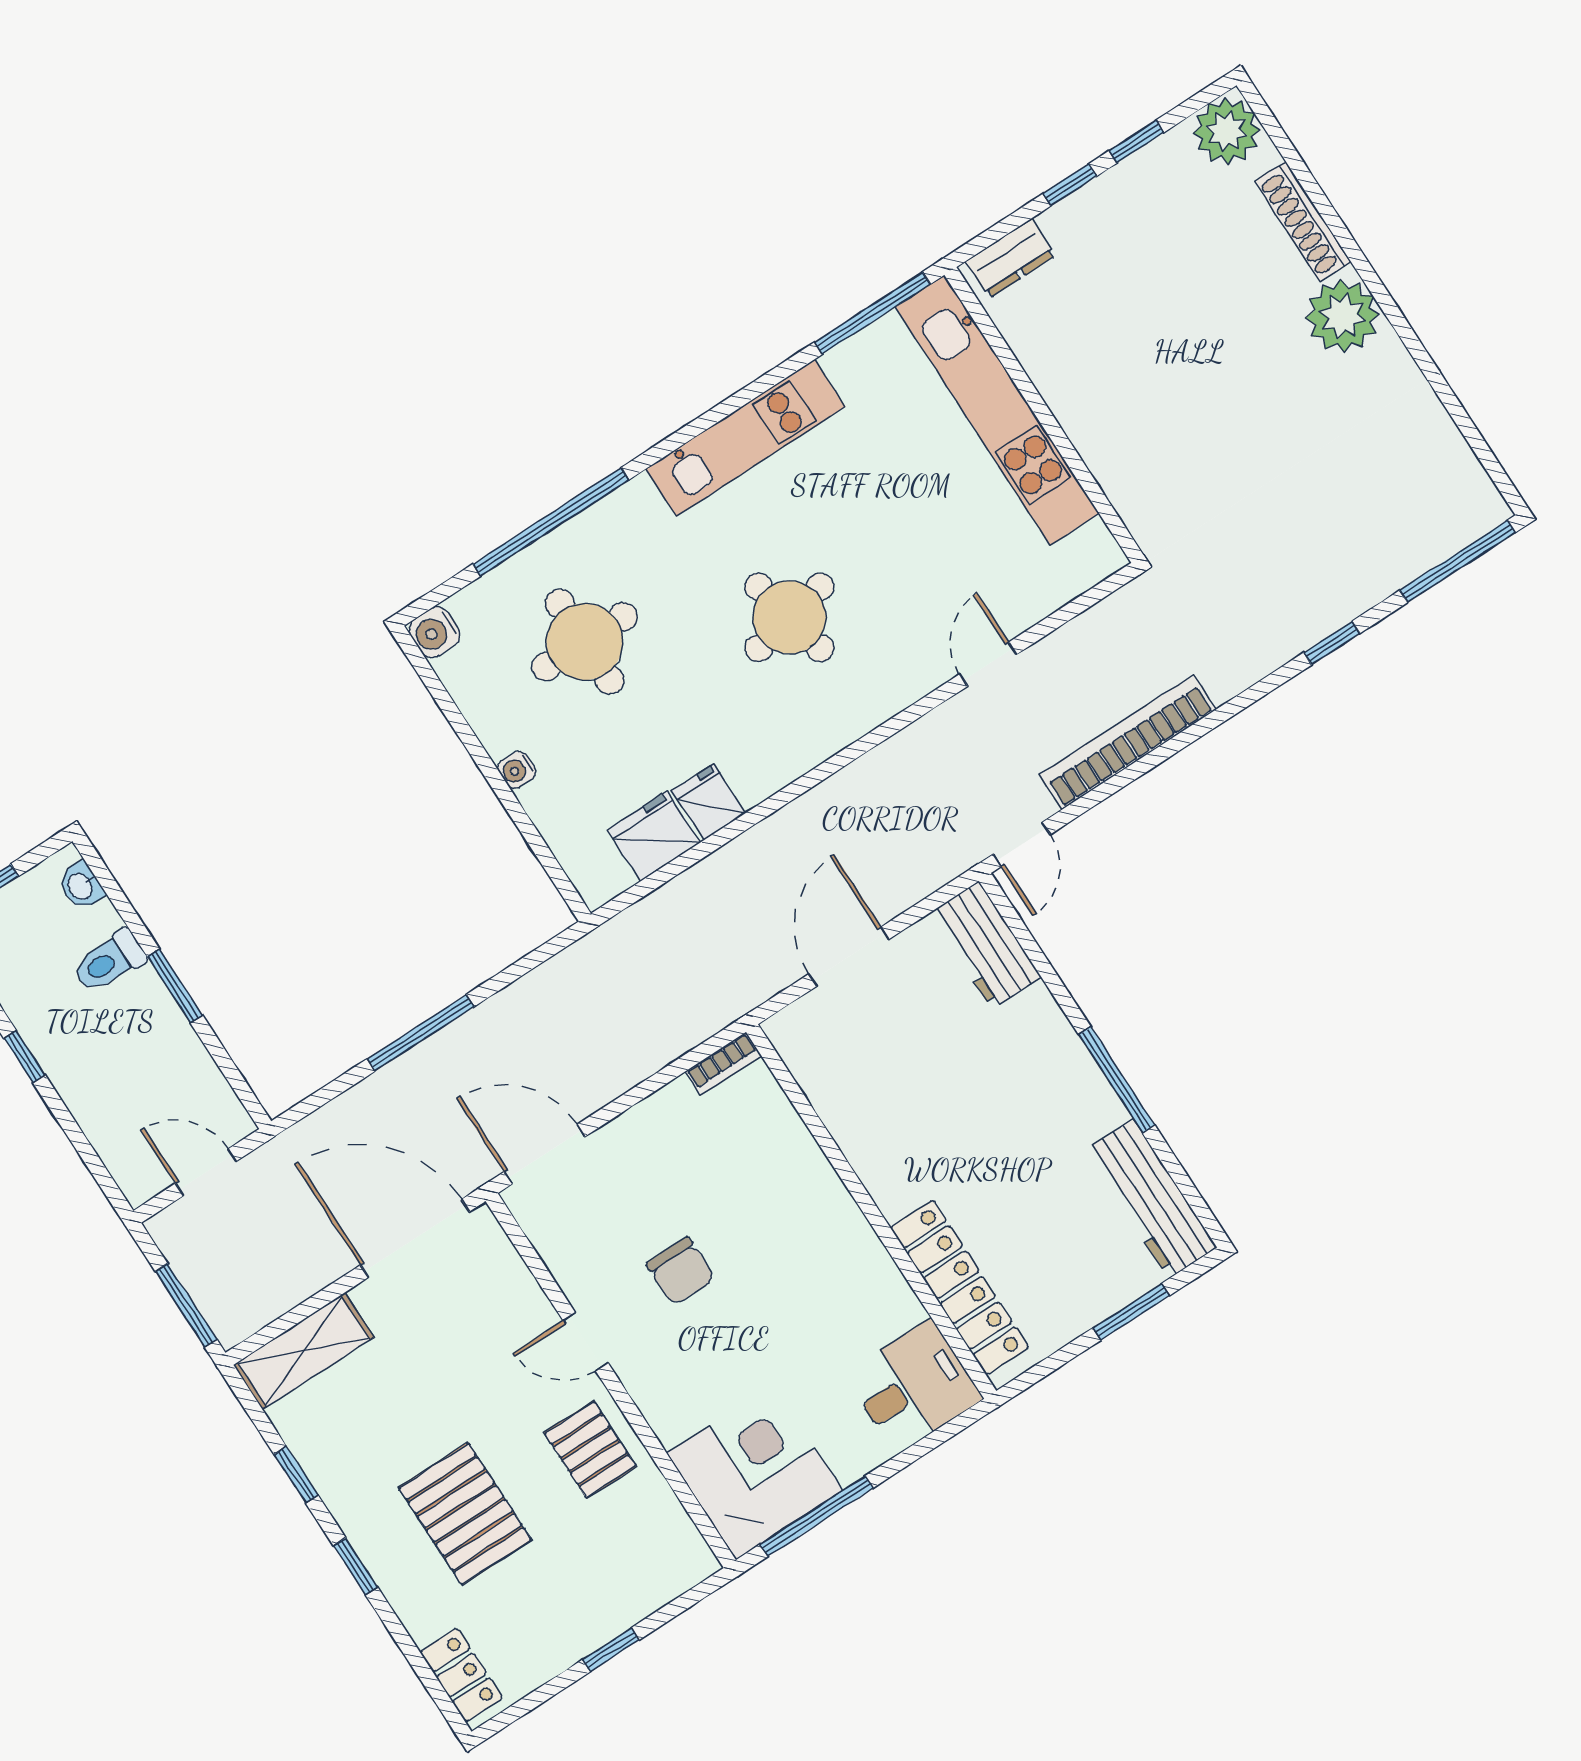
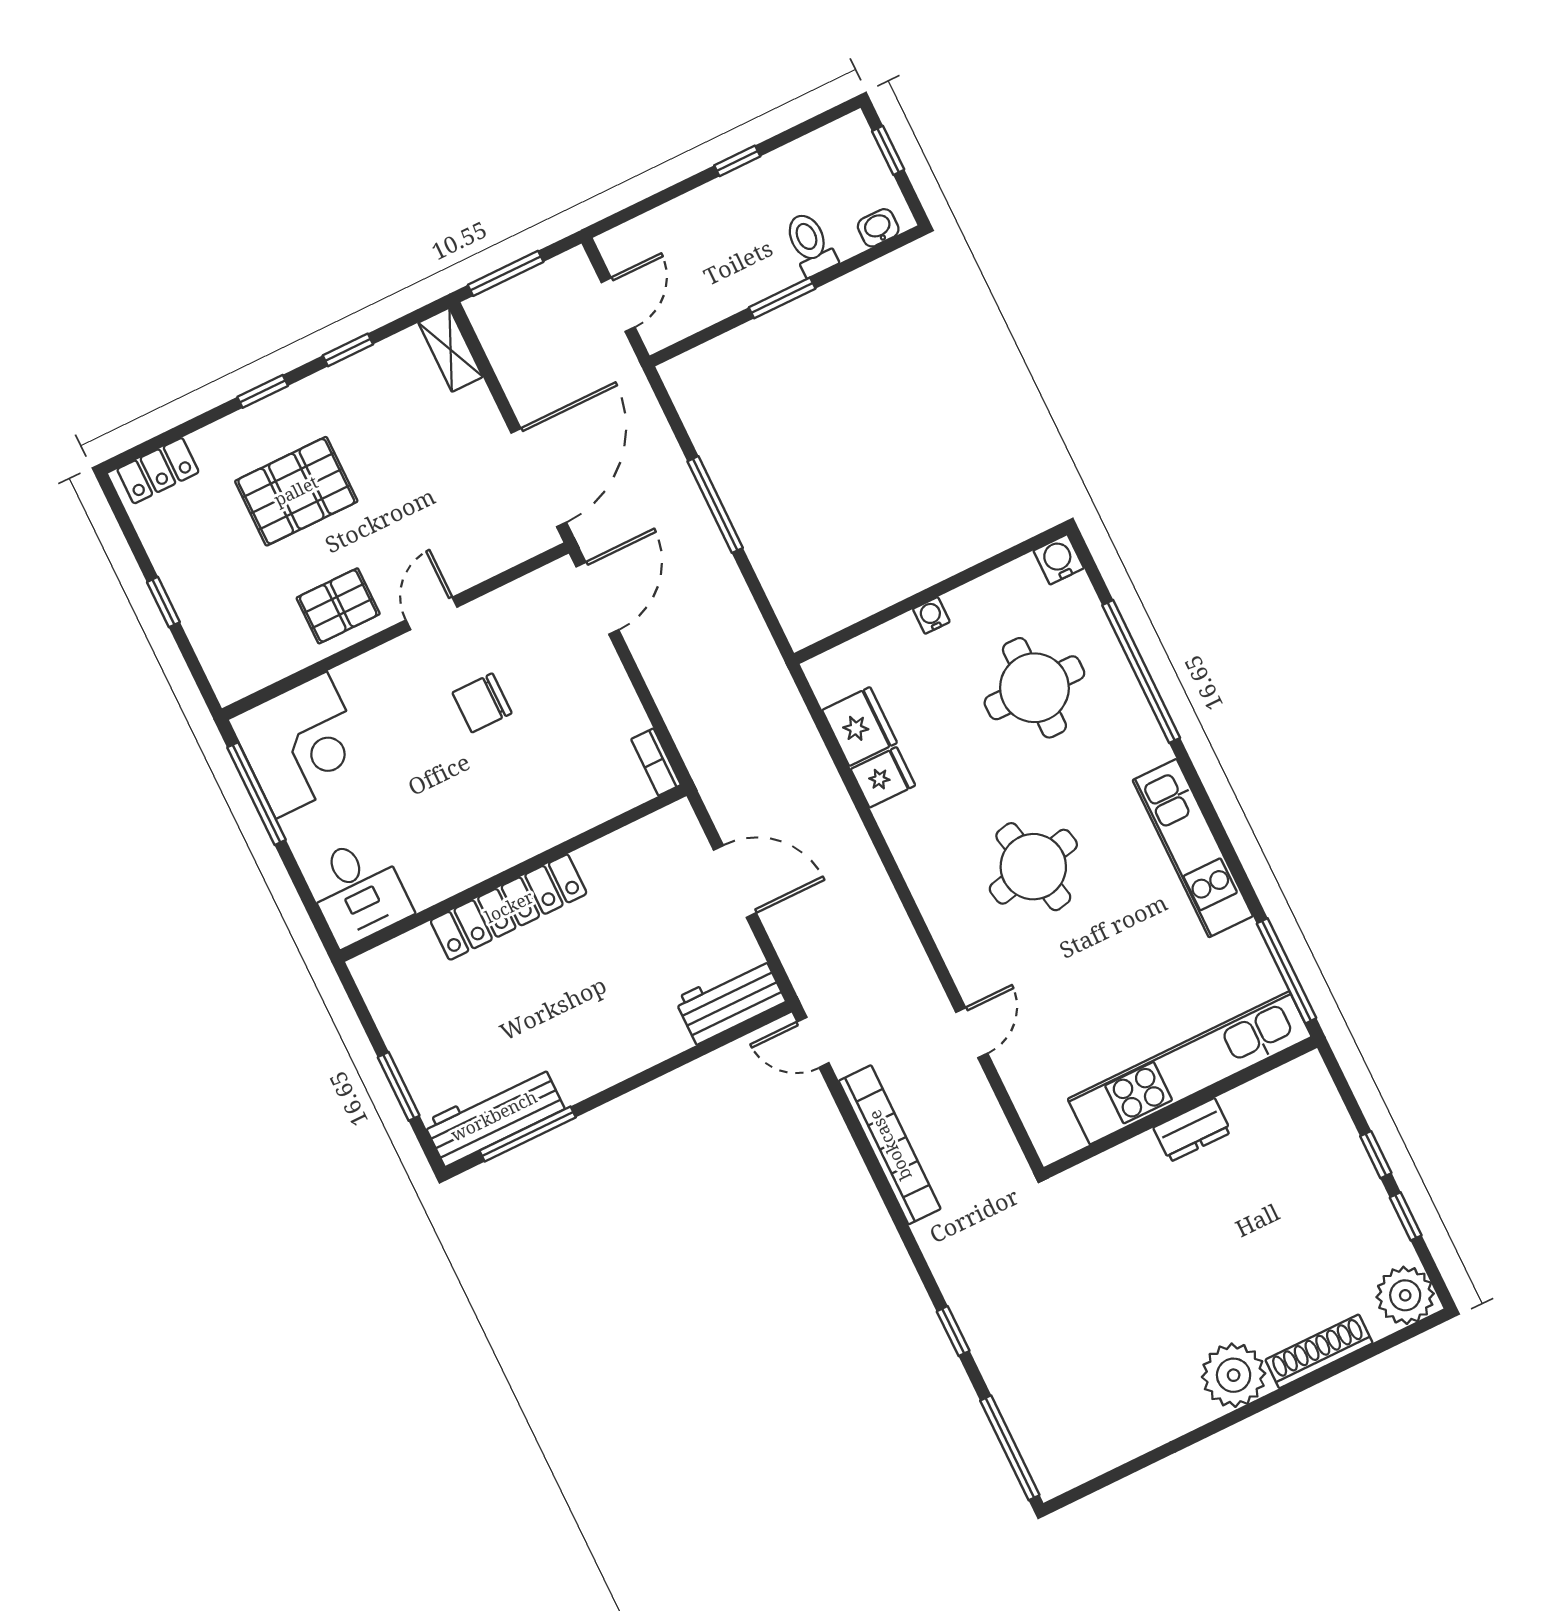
dresser: (1011, 258) -> (1192, 1130), moved, turned -90
door: (988, 664) -> (972, 1033), hinge flipped
window: (1117, 1080) -> (528, 1134), moved
locker: (960, 1287) -> (509, 907), moved
shelving: (304, 1351) -> (451, 350), width x0.67, depth x0.75

